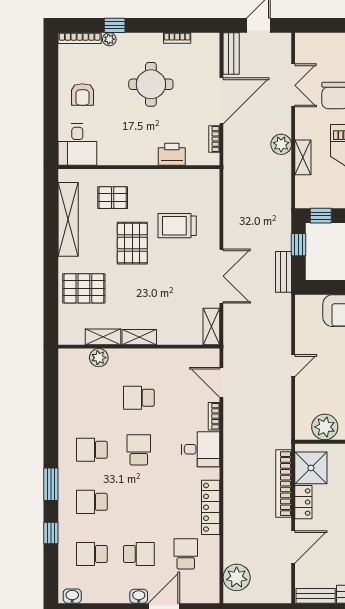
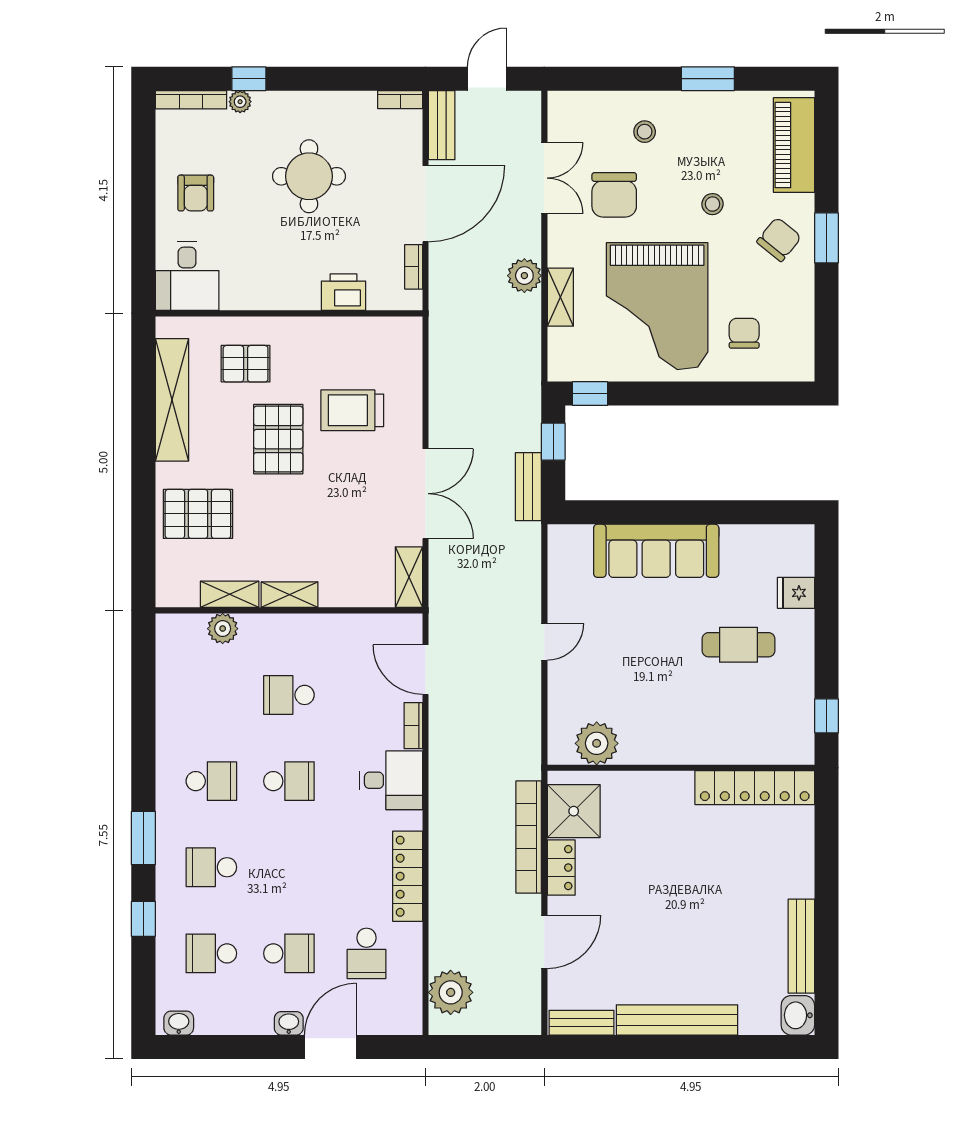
bookcase: (177, 38) -> (400, 100), moved
school desk: (92, 450) -> (211, 781), turned 180
school desk: (139, 450) -> (289, 781), turned 90
school desk: (186, 554) -> (366, 953), turned 180

